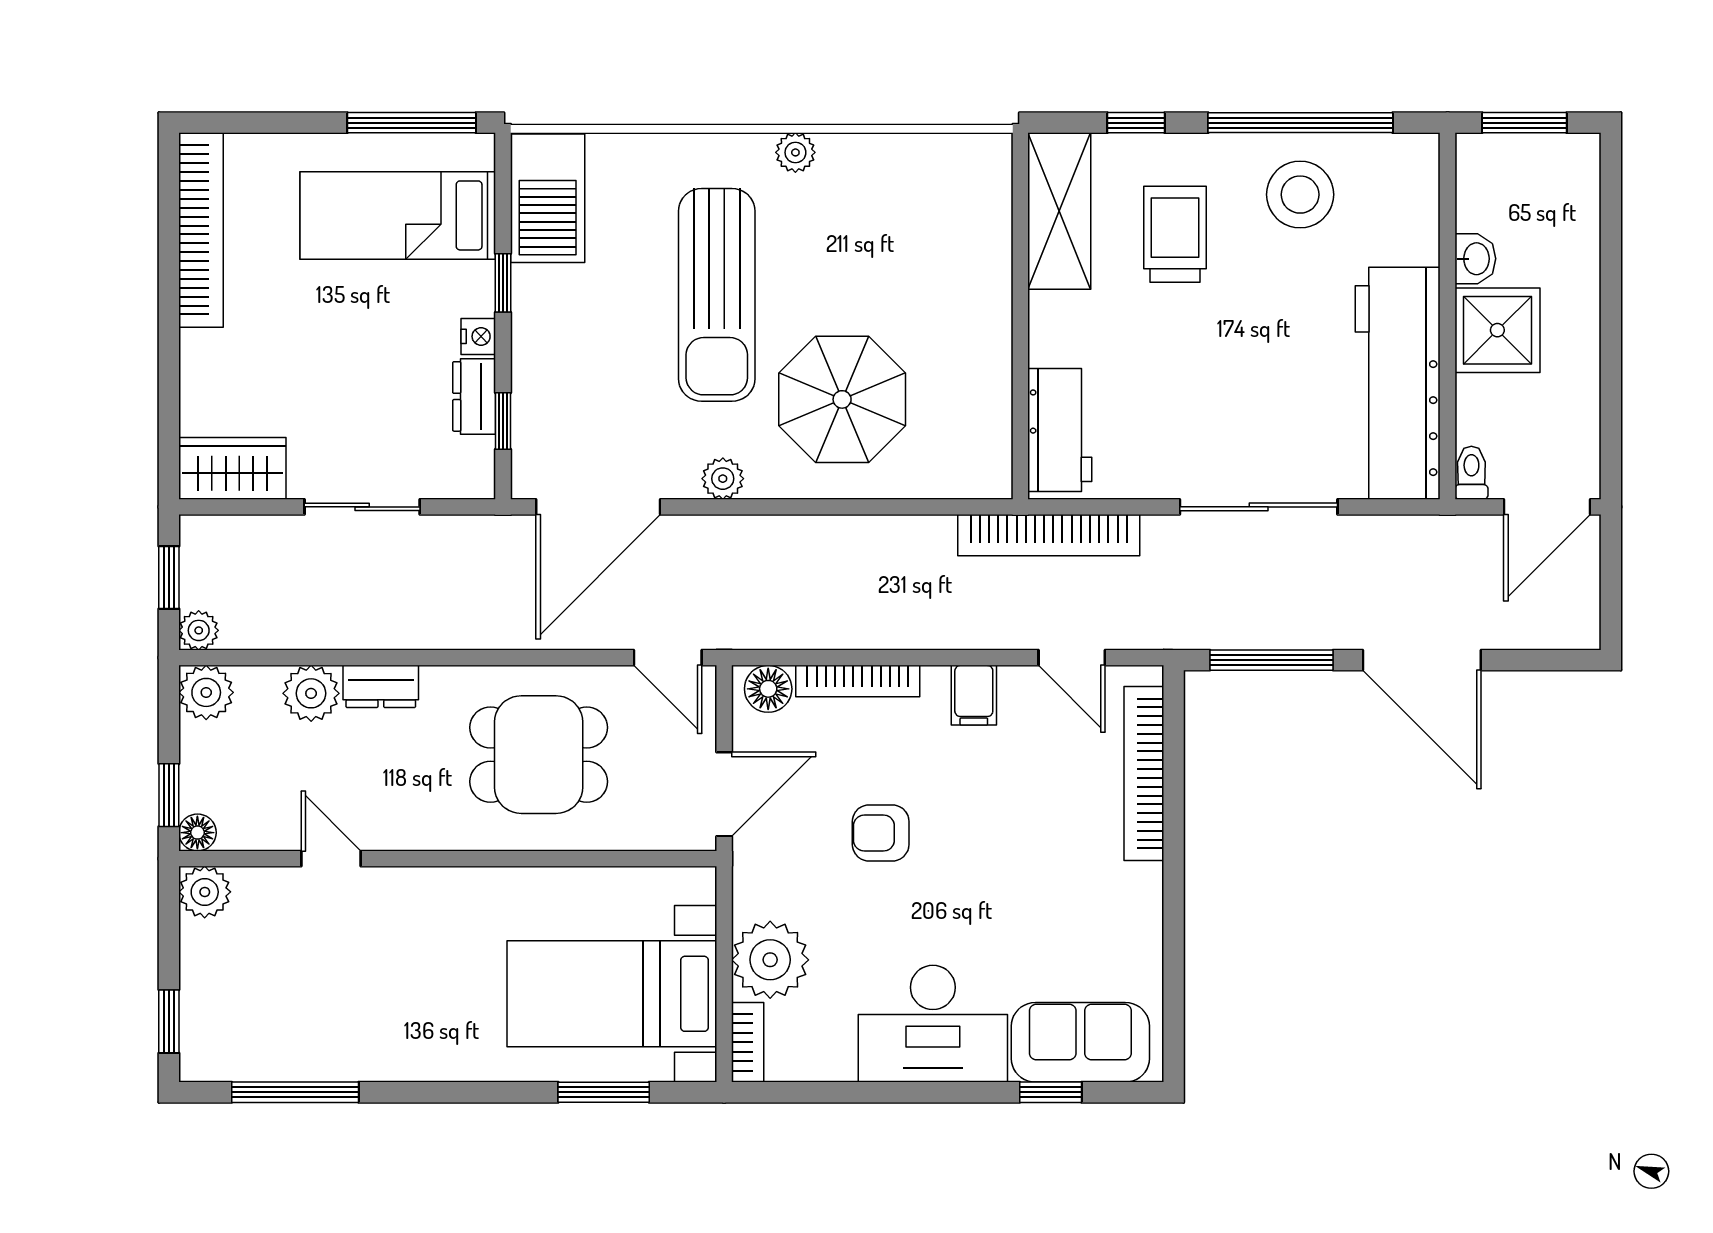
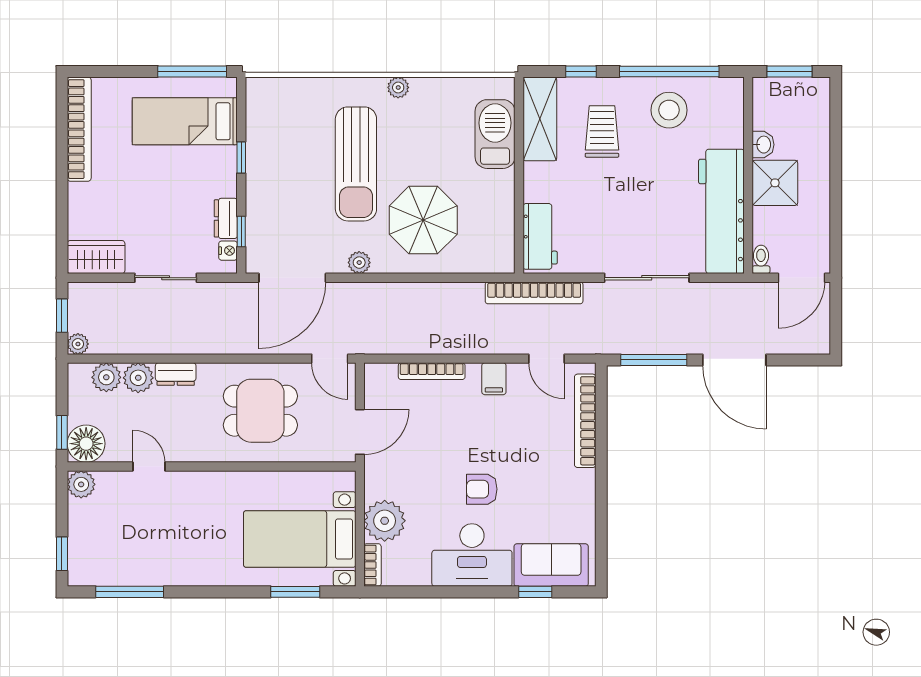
barbecue: (548, 198) -> (495, 134), moved, turned 180
nightstand: (478, 336) -> (228, 251), moved
floor lamp: (768, 689) -> (384, 375), removed
plant: (206, 692) -> (106, 377), moved
floor lamp: (197, 833) -> (86, 444), width x1.89, depth x1.89
armchair: (881, 833) -> (482, 489), moved

